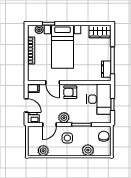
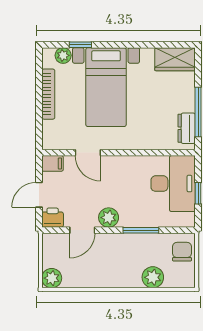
armchair: (70, 92) -> (120, 171), removed
door: (26, 105) -> (39, 195), swing flipped
side table: (67, 138) -> (115, 255), removed
plant: (43, 151) -> (52, 278), moved

